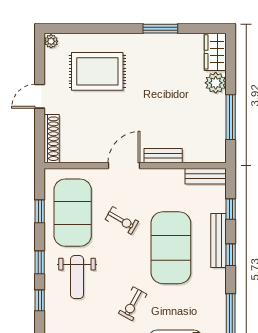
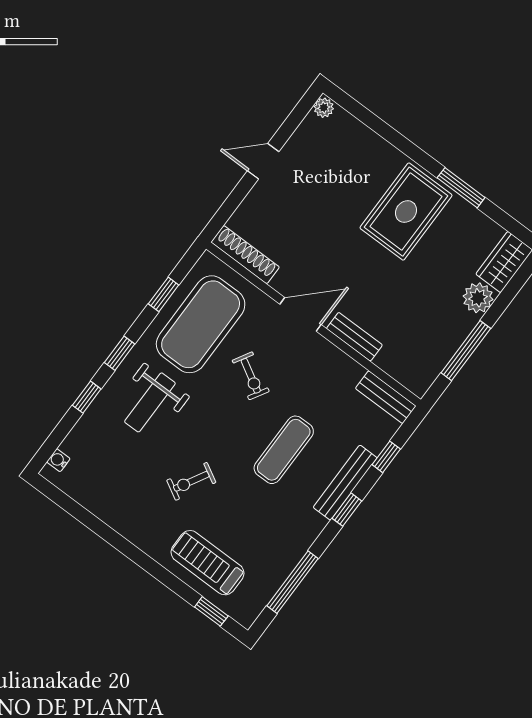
rug: (97, 71) -> (406, 212), moved, turned 90
shoe rack: (52, 139) -> (245, 255), moved, turned -90
exercise mat: (171, 248) -> (284, 450), width x0.50, depth x0.69

